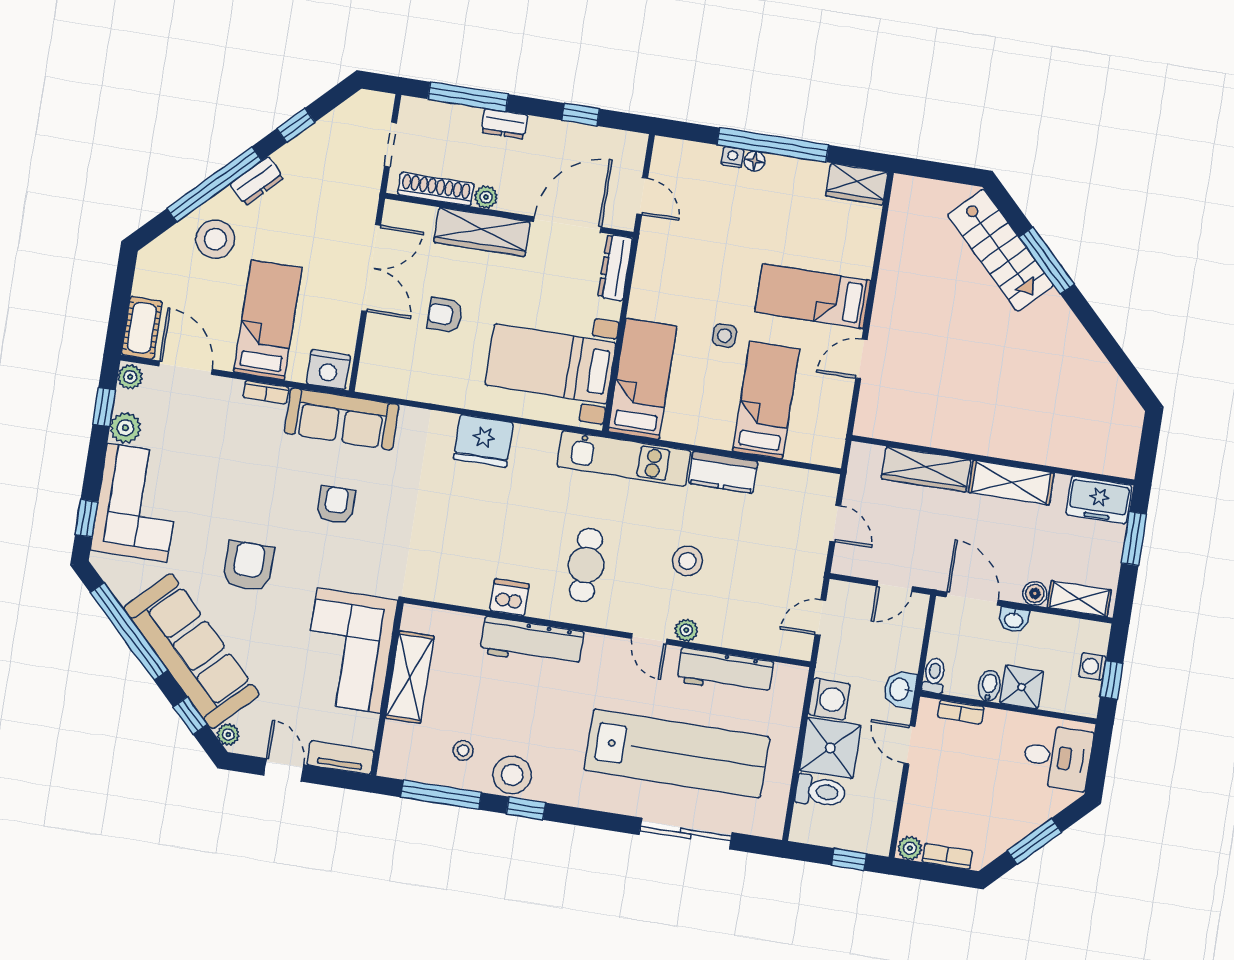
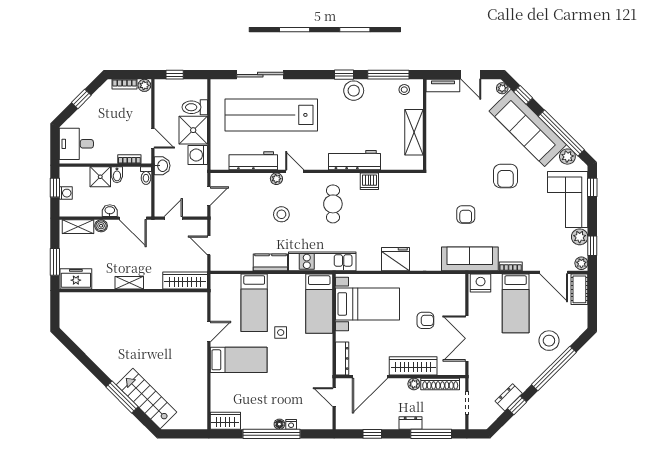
dresser: (257, 181) -> (509, 397), moved
wardrobe: (926, 469) -> (185, 280), moved
shelving: (1011, 483) -> (129, 283), width x0.67, depth x0.75
plant: (124, 585) -> (567, 157), added
corner sofa: (349, 650) -> (447, 141), removed
stool: (463, 750) -> (404, 90), moved
window: (1034, 841) -> (81, 99), width x0.67

